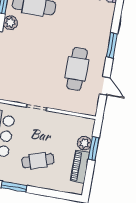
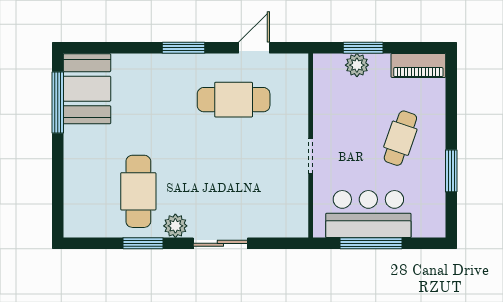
cafe table: (38, 161) -> (400, 138), turned 37
piano: (80, 167) -> (418, 65), moved

